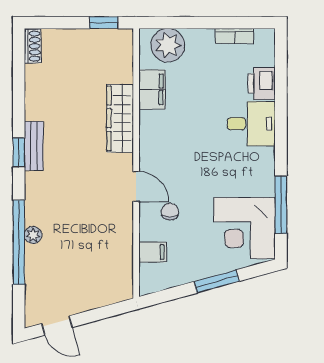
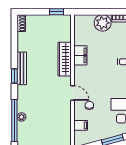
plant: (168, 45) -> (103, 23), moved
filing cabinet: (152, 89) -> (80, 55), moved
bench: (34, 146) -> (22, 68), width x1.36

